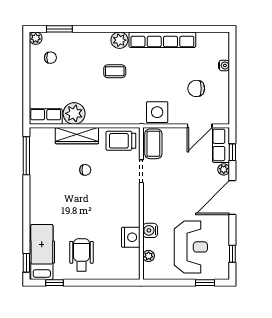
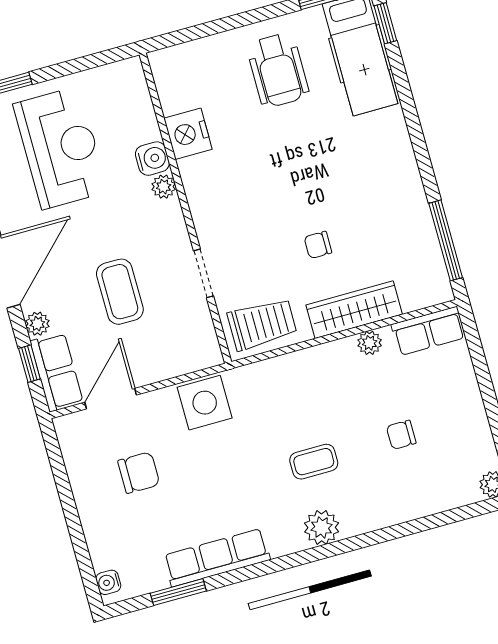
window: (59, 29) -> (178, 592), moved
row of seats: (162, 40) -> (217, 558), width x0.73
chair: (50, 58) -> (401, 435), moved
water cooler: (224, 65) -> (108, 582), moved
plant: (74, 113) -> (370, 343), width x0.53, depth x0.53
coffee table: (153, 144) -> (120, 292), moved
reception desk: (191, 247) -> (60, 148), turned 180
plant: (149, 256) -> (164, 187), moved

